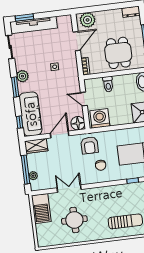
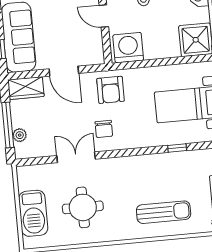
floor lamp: (78, 123) -> (93, 54), removed
door: (60, 135) -> (64, 71), swing flipped
chair: (101, 165) -> (104, 129), moved
barbecue: (41, 209) -> (33, 213), moved

